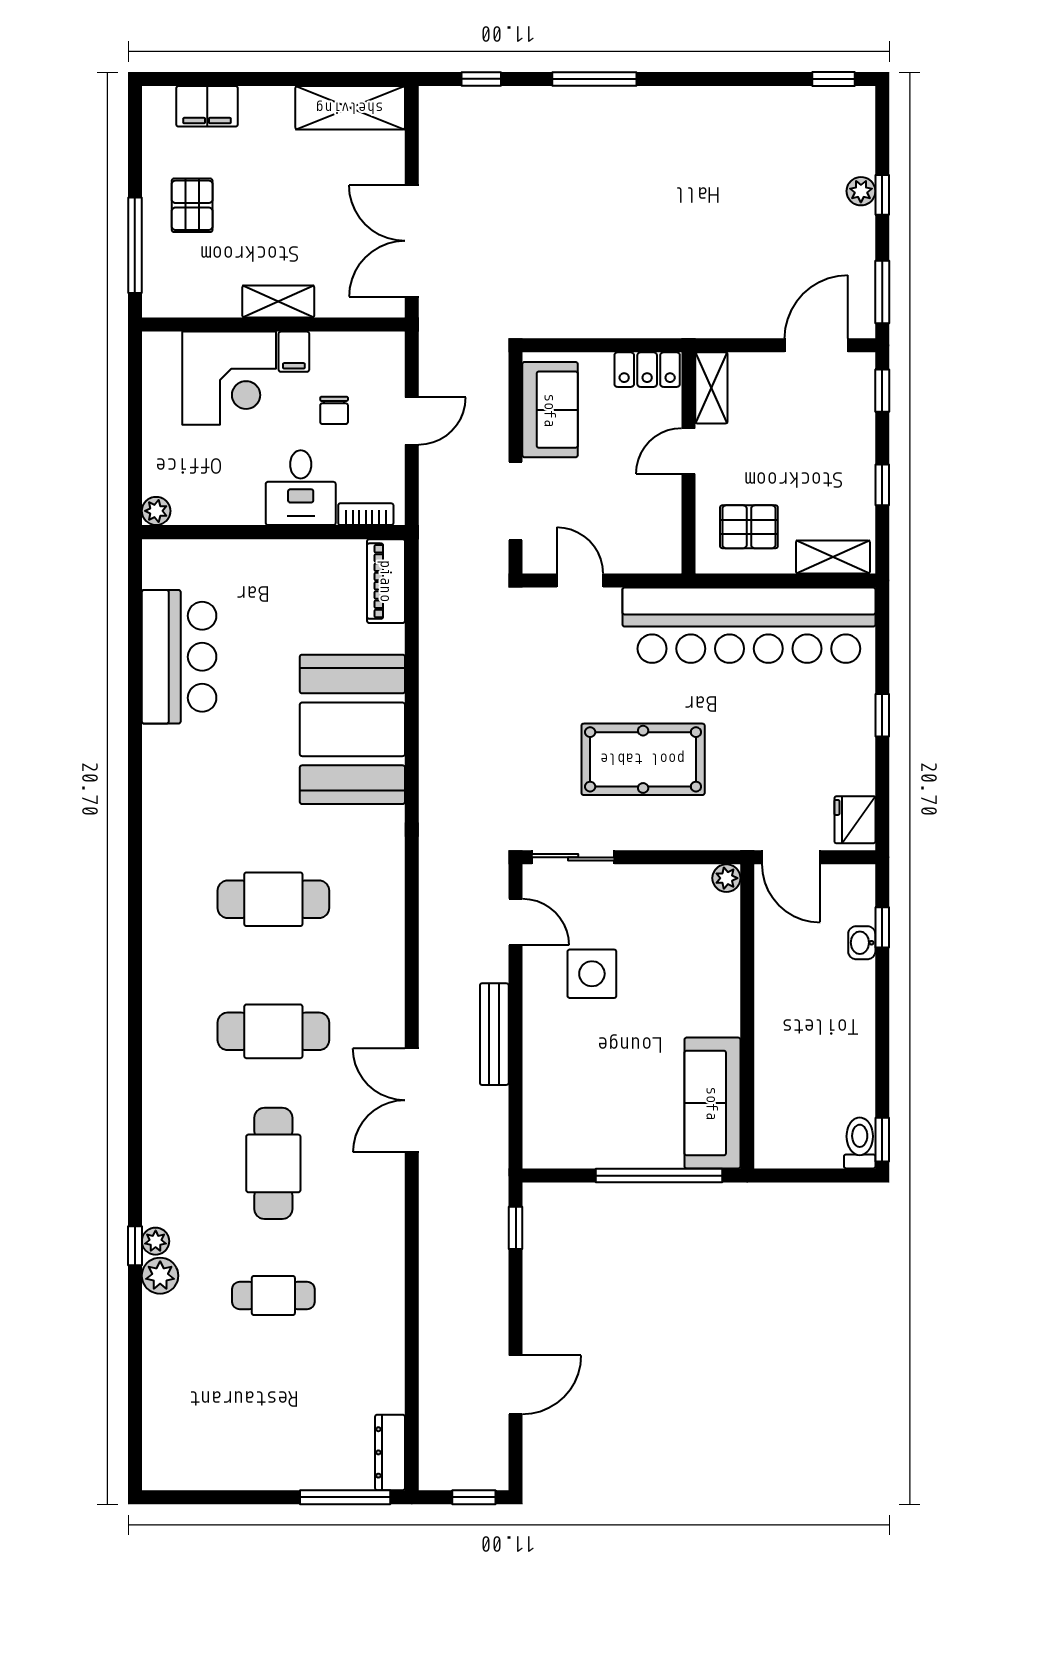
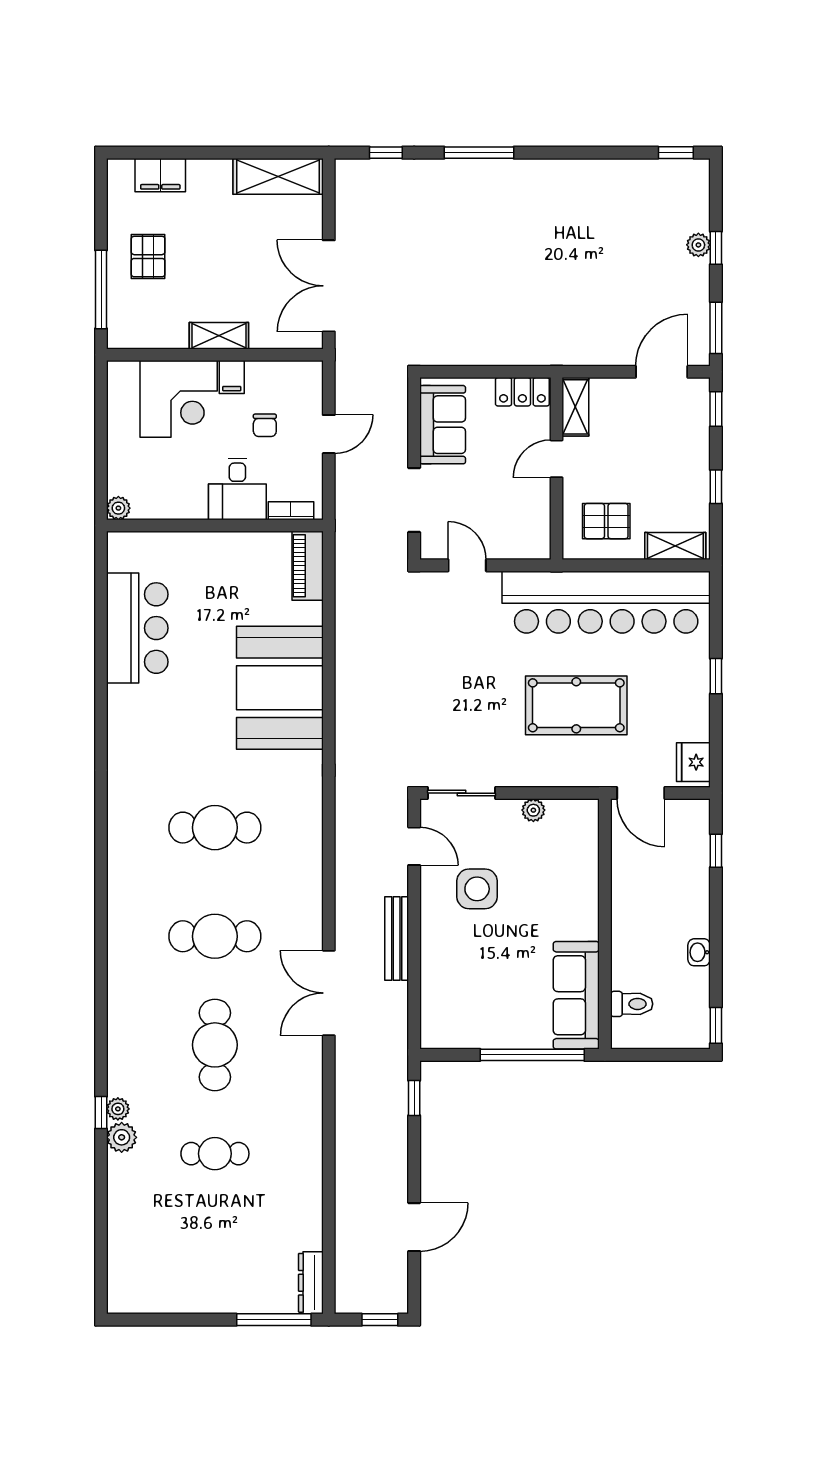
pool table: (643, 759) -> (576, 705), moved
plant: (726, 878) -> (533, 810), moved
washbasin: (862, 943) -> (699, 952), moved
toilet: (860, 1143) -> (632, 1004), moved, turned 90

